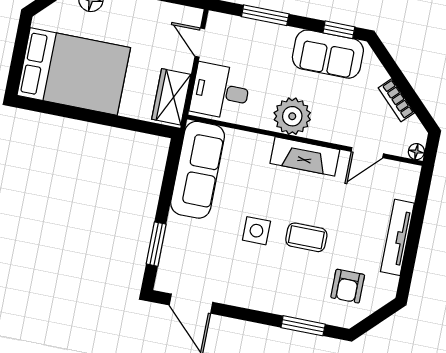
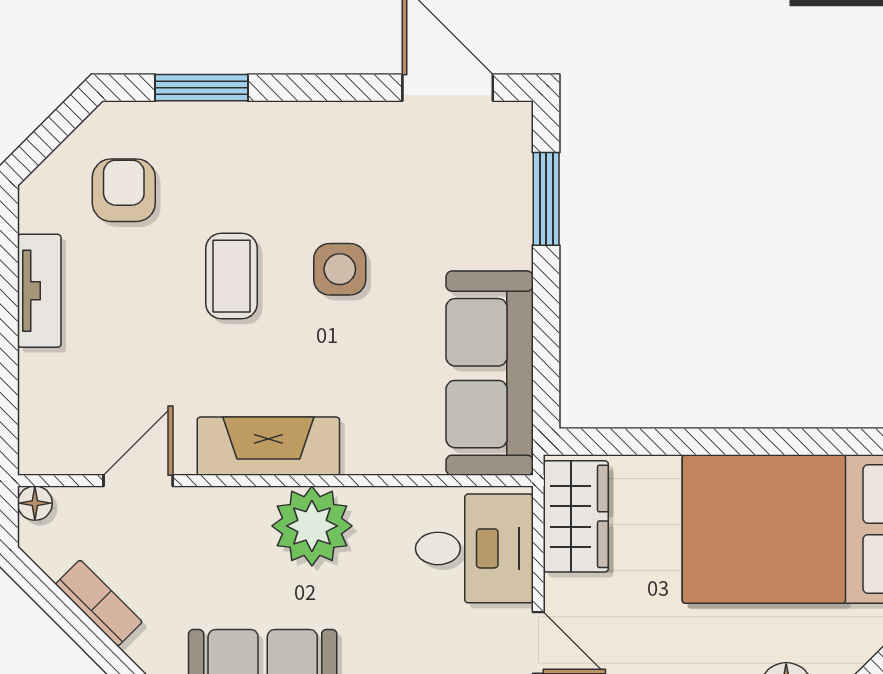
coffee table: (306, 237) -> (232, 276), turned 90
tv unit: (397, 237) -> (39, 291), width x0.71

